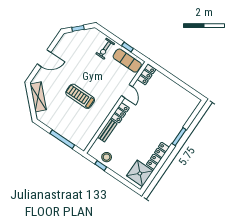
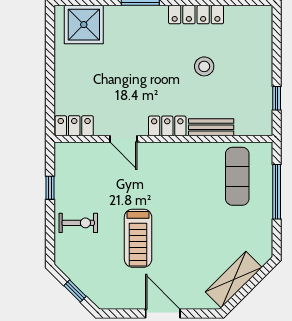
exercise mat: (127, 61) -> (237, 176), moved
door: (127, 91) -> (123, 139), swing flipped
treadmill: (80, 96) -> (138, 238), moved
stool: (107, 157) -> (204, 66), moved
shower: (140, 173) -> (84, 25), moved

